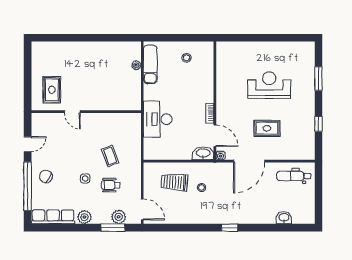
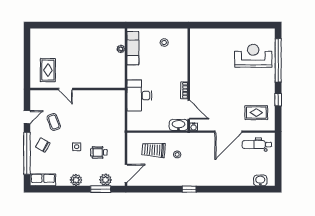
window: (319, 78) -> (278, 60), width x2.11
reception desk: (269, 85) -> (253, 56), moved
rug: (267, 128) -> (256, 113), moved
coffee table: (110, 156) -> (54, 122), moved
door: (249, 161) -> (228, 132), moved
door: (142, 209) -> (126, 173), hinge flipped
row of seats: (53, 217) -> (43, 180), width x0.68
washbasin: (284, 218) -> (260, 180), moved
window: (230, 228) -> (189, 189), moved

